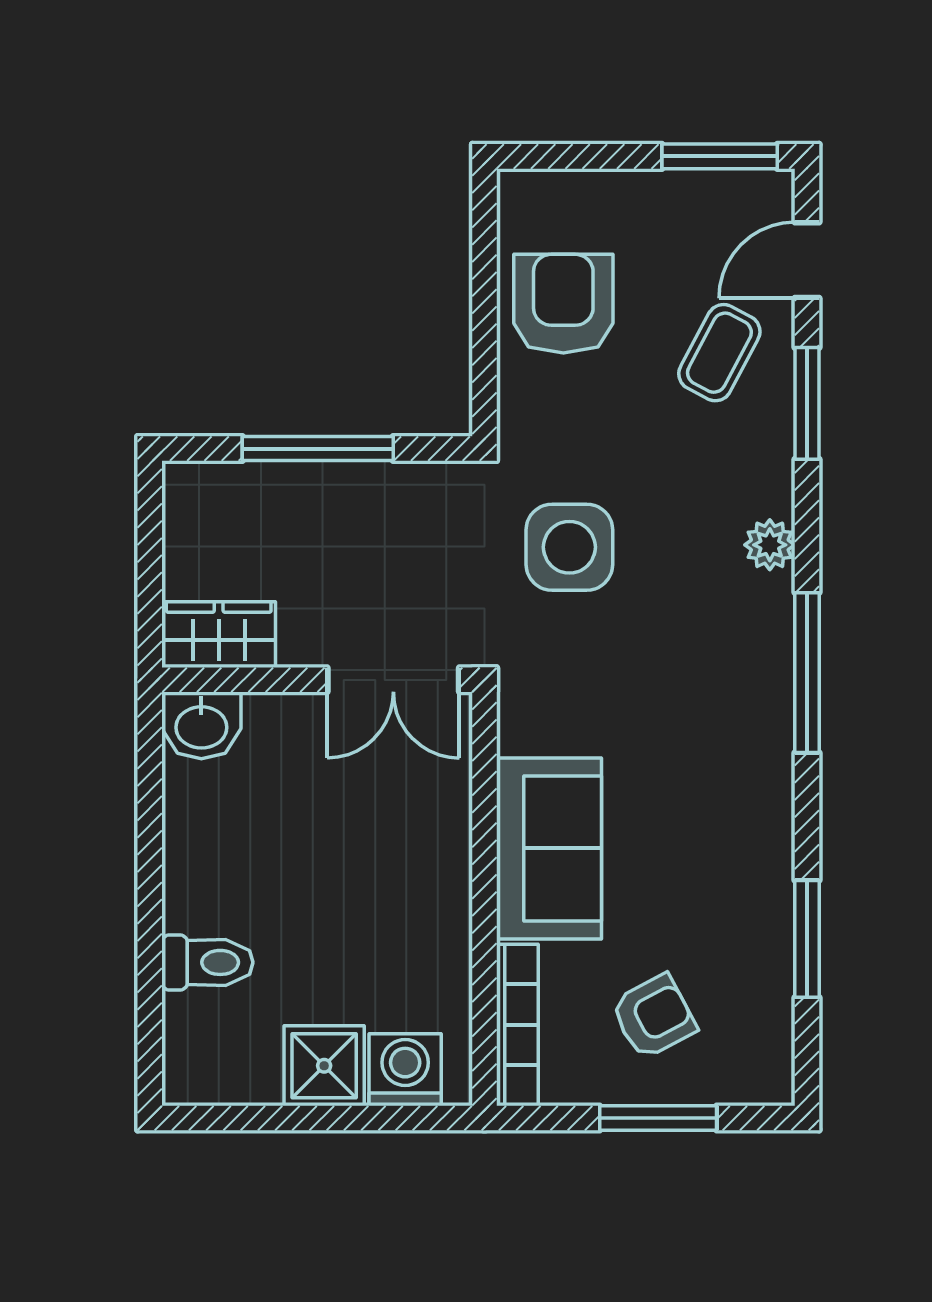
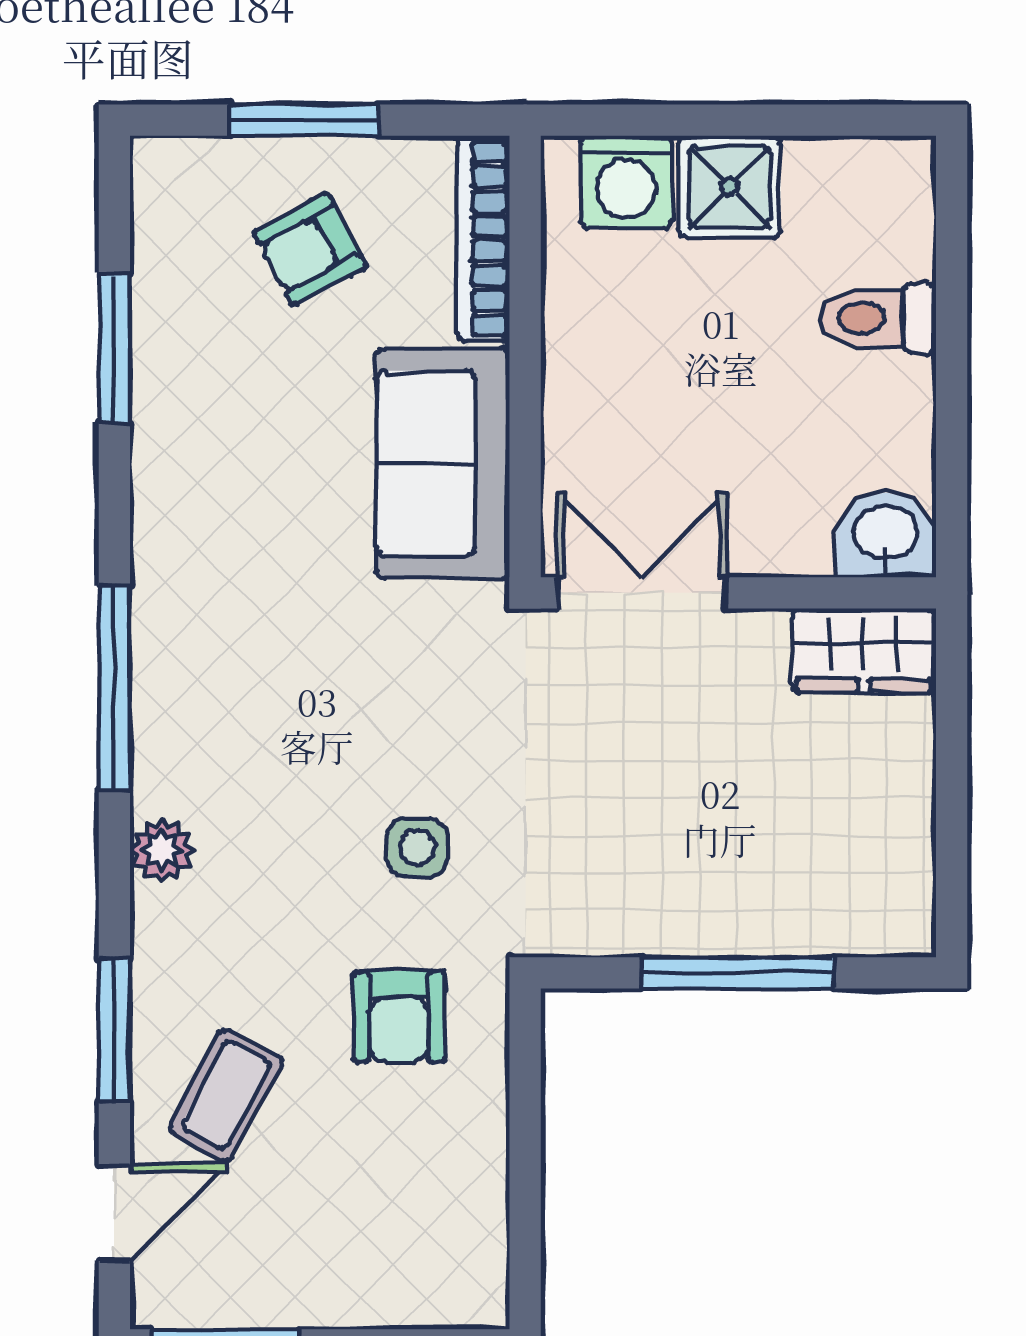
armchair: (563, 304) -> (399, 1017), moved, width x0.72, depth x0.72
side table: (569, 547) -> (417, 847), width x0.54, depth x0.54
wardrobe: (219, 635) -> (864, 650), moved
wall: (317, 680) -> (738, 593), moved
double door: (393, 680) -> (641, 593), moved
washbasin: (201, 725) -> (886, 535), moved

